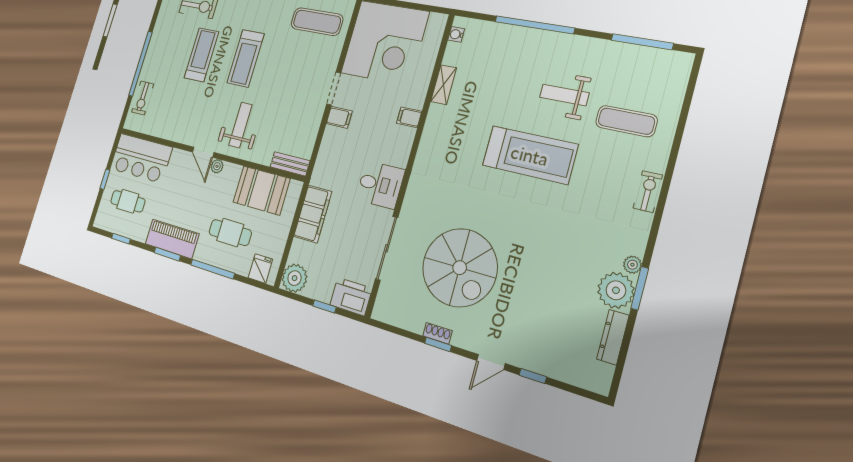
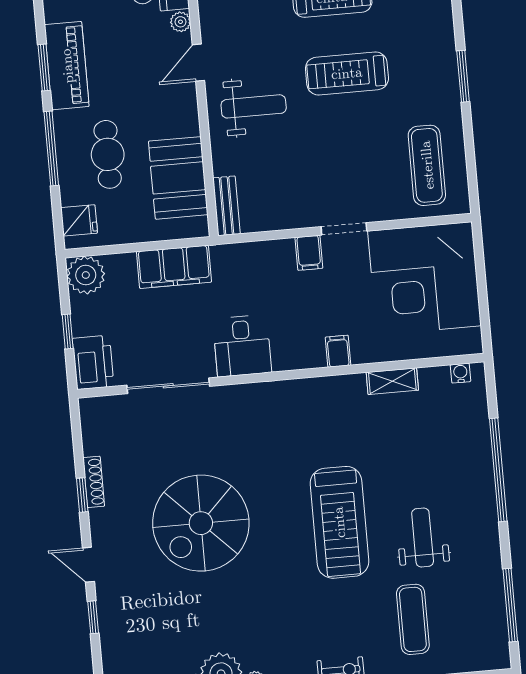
plant: (217, 166) -> (180, 22), moved
spiral stairs: (460, 268) -> (201, 523), moved
shoe rack: (437, 333) -> (94, 482), width x1.43

